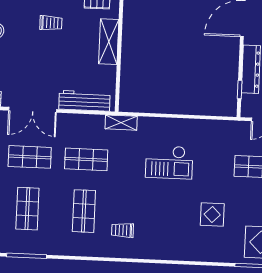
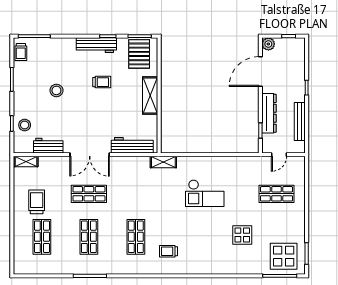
shop shelf: (86, 159) -> (136, 194), removed

